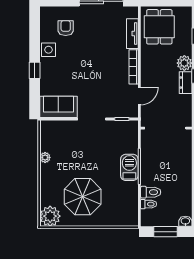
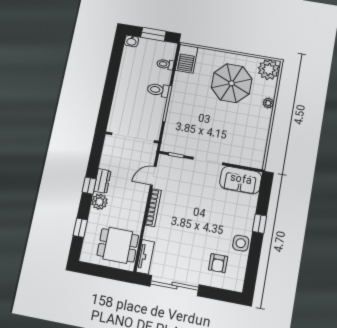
dining table: (159, 27) -> (118, 245), turned 90
tv unit: (132, 34) -> (145, 257), moved
plant: (45, 157) -> (268, 103), moved
barbecue: (129, 167) -> (187, 59), moved
toilet: (151, 192) -> (158, 90), moved

